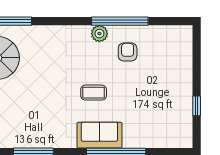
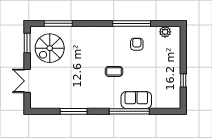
plant: (99, 34) -> (165, 32), moved
sofa: (99, 135) -> (136, 100), moved

